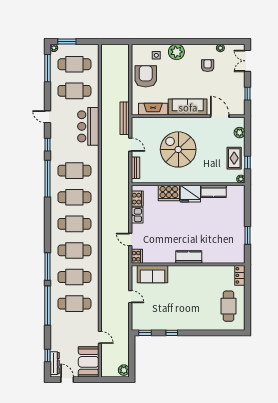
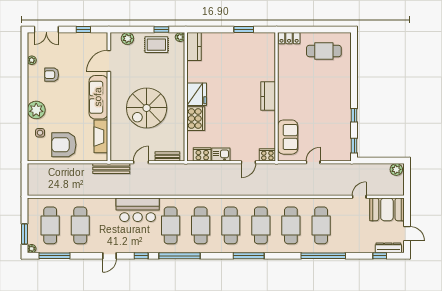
bar counter: (88, 126) -> (138, 210), moved
kitchen counter: (214, 191) -> (194, 46), moved
window: (48, 267) -> (249, 256), moved
door: (67, 380) -> (407, 234), swing flipped

